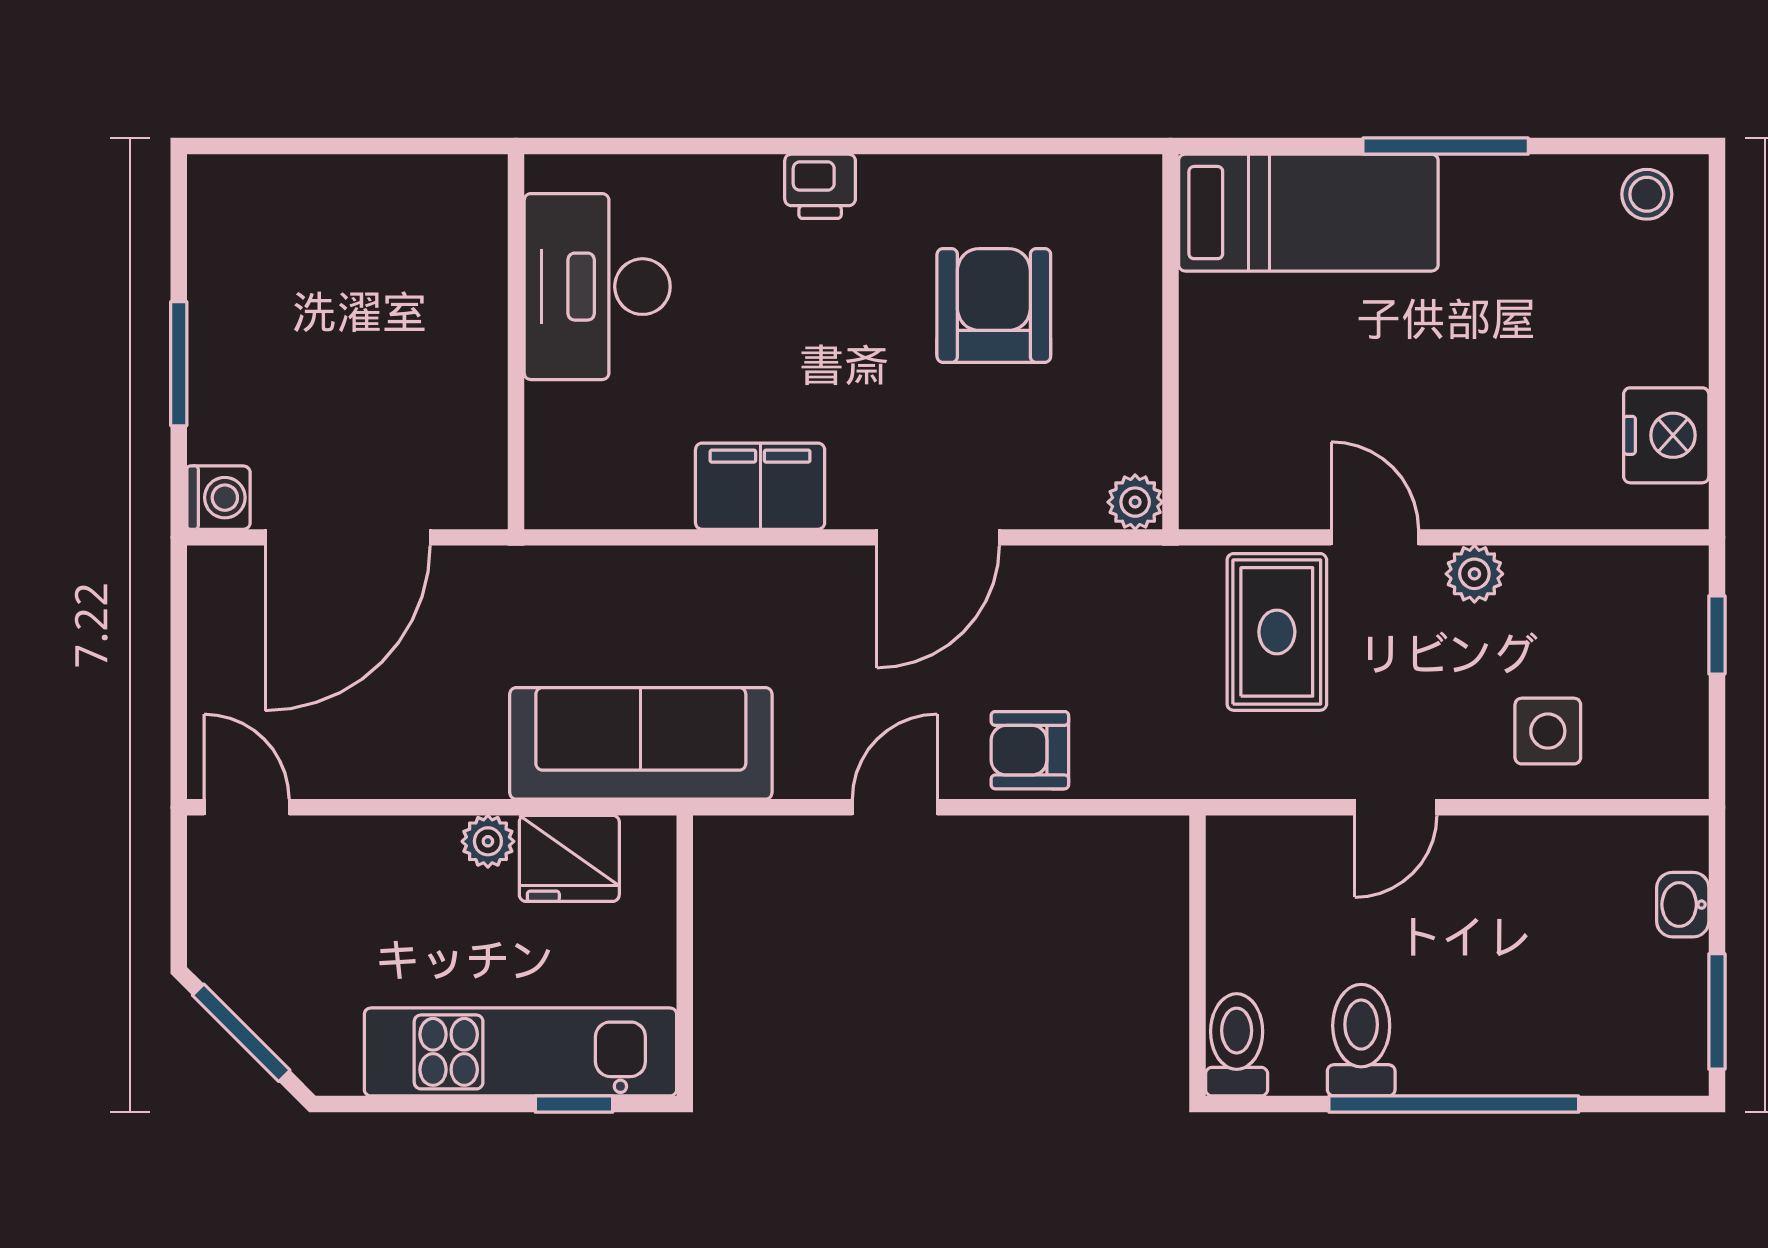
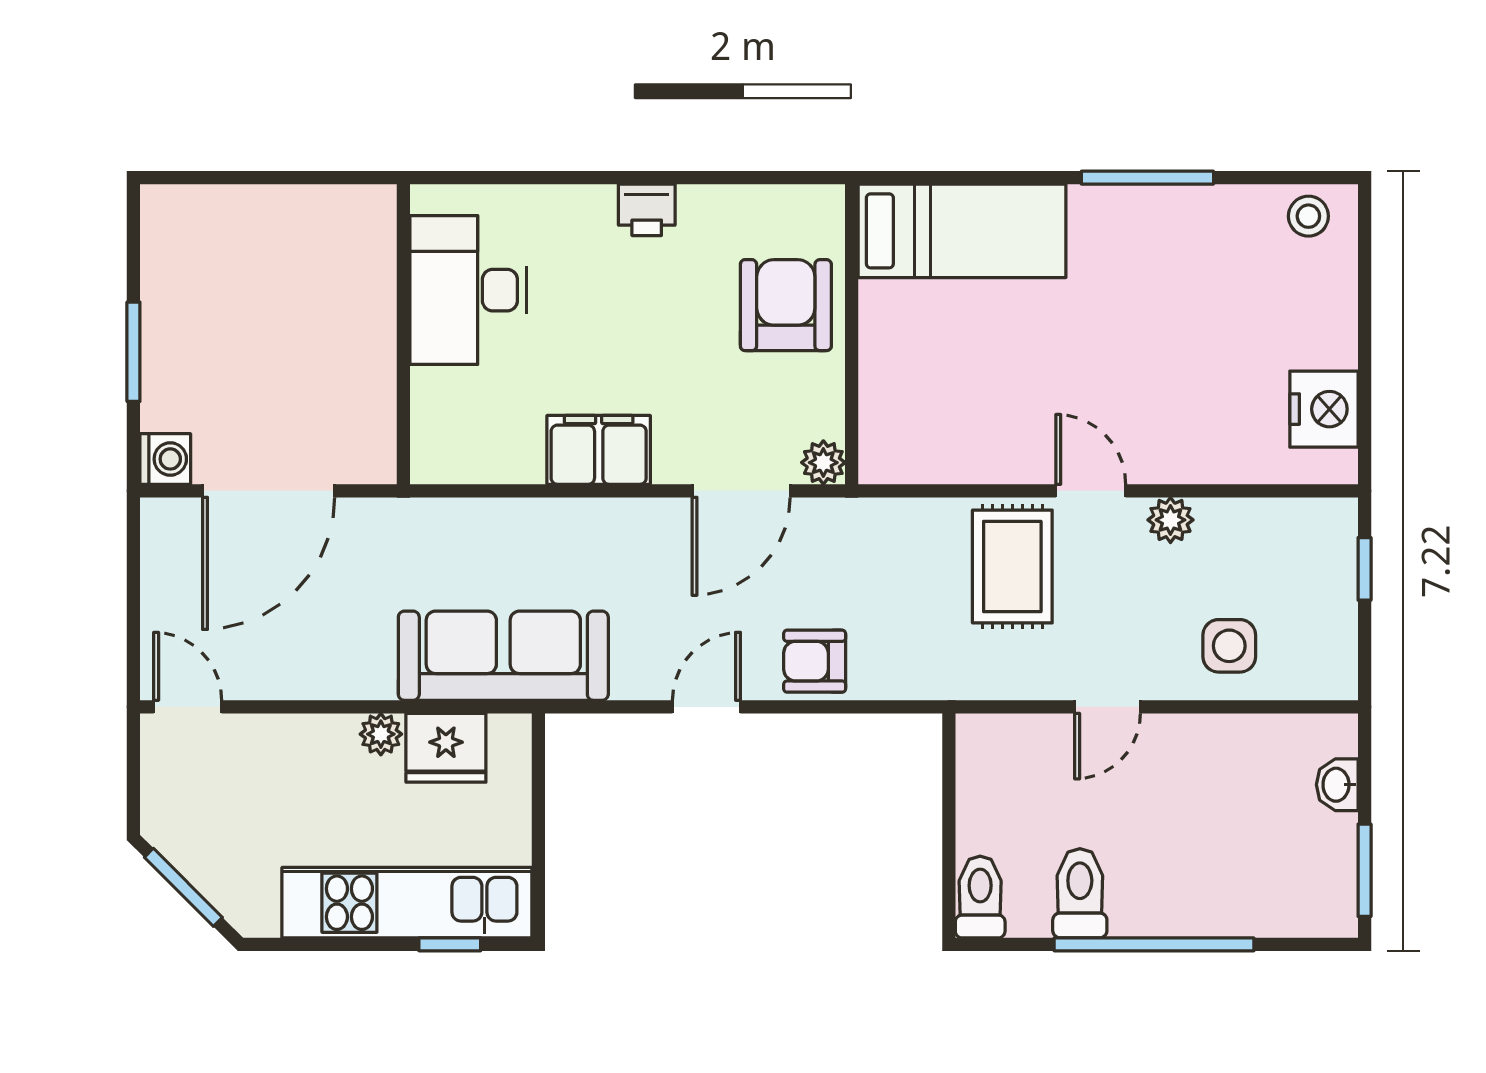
bed: (1308, 213) -> (962, 231), moved
wall: (1170, 342) -> (852, 334), moved
plant: (1135, 502) -> (823, 463), moved

